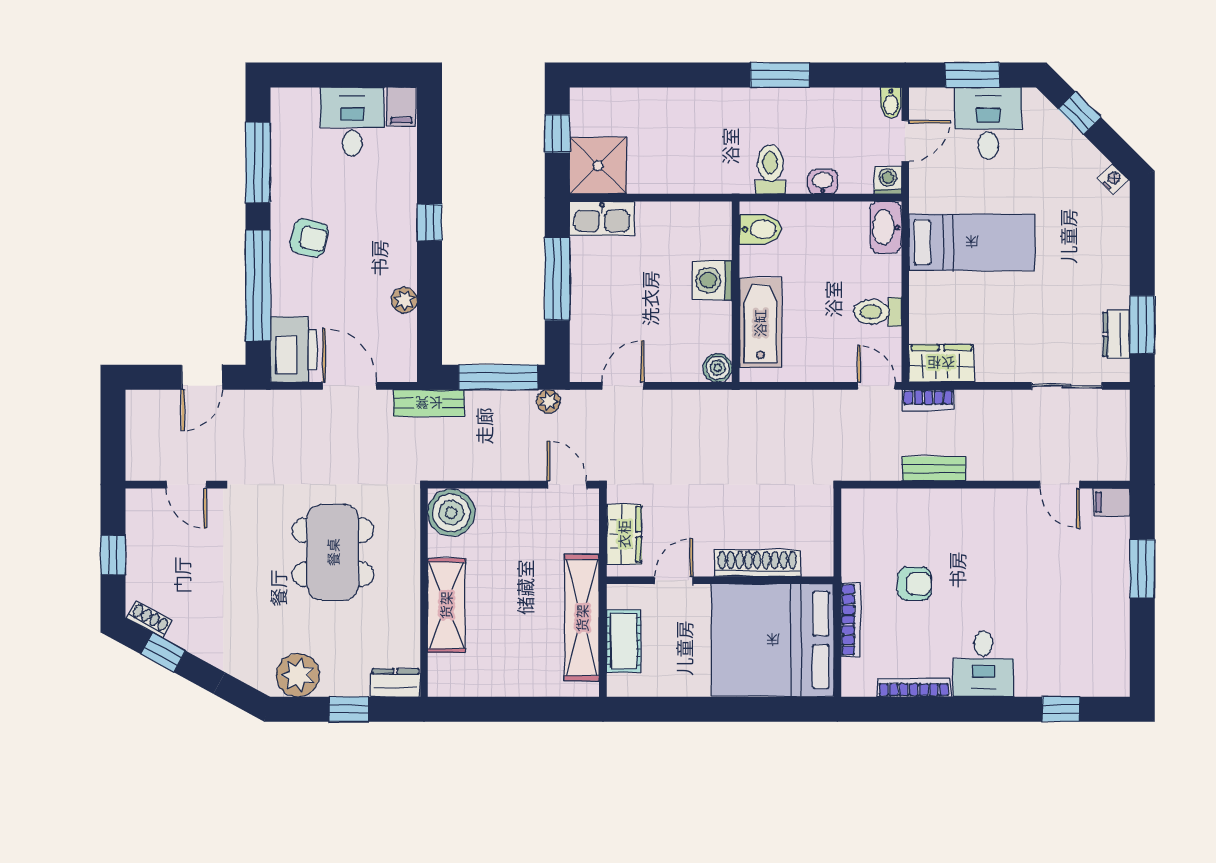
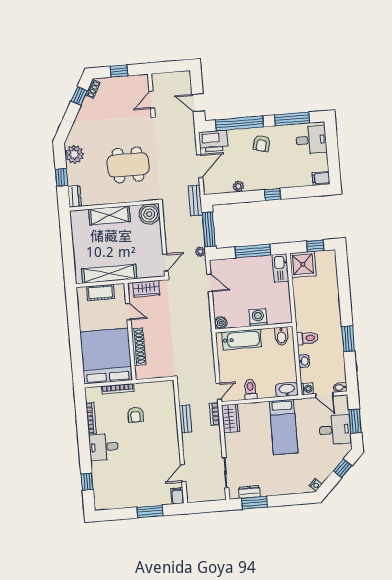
desk: (352, 122) -> (311, 140), moved

